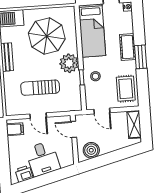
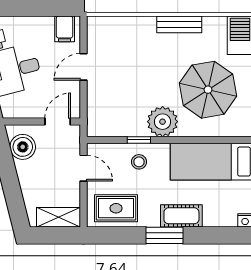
sun lounger: (40, 88) -> (127, 73), removed
door: (102, 111) -> (83, 168), swing flipped

